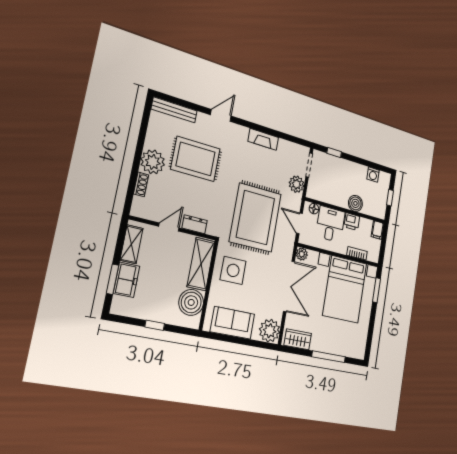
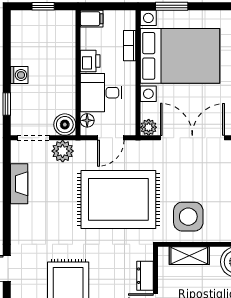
fireplace: (263, 139) -> (19, 184), moved
washing machine: (373, 175) -> (19, 75), moved
boiler: (355, 203) -> (65, 125), moved
shelving: (201, 264) -> (189, 256), width x0.67, depth x0.75

